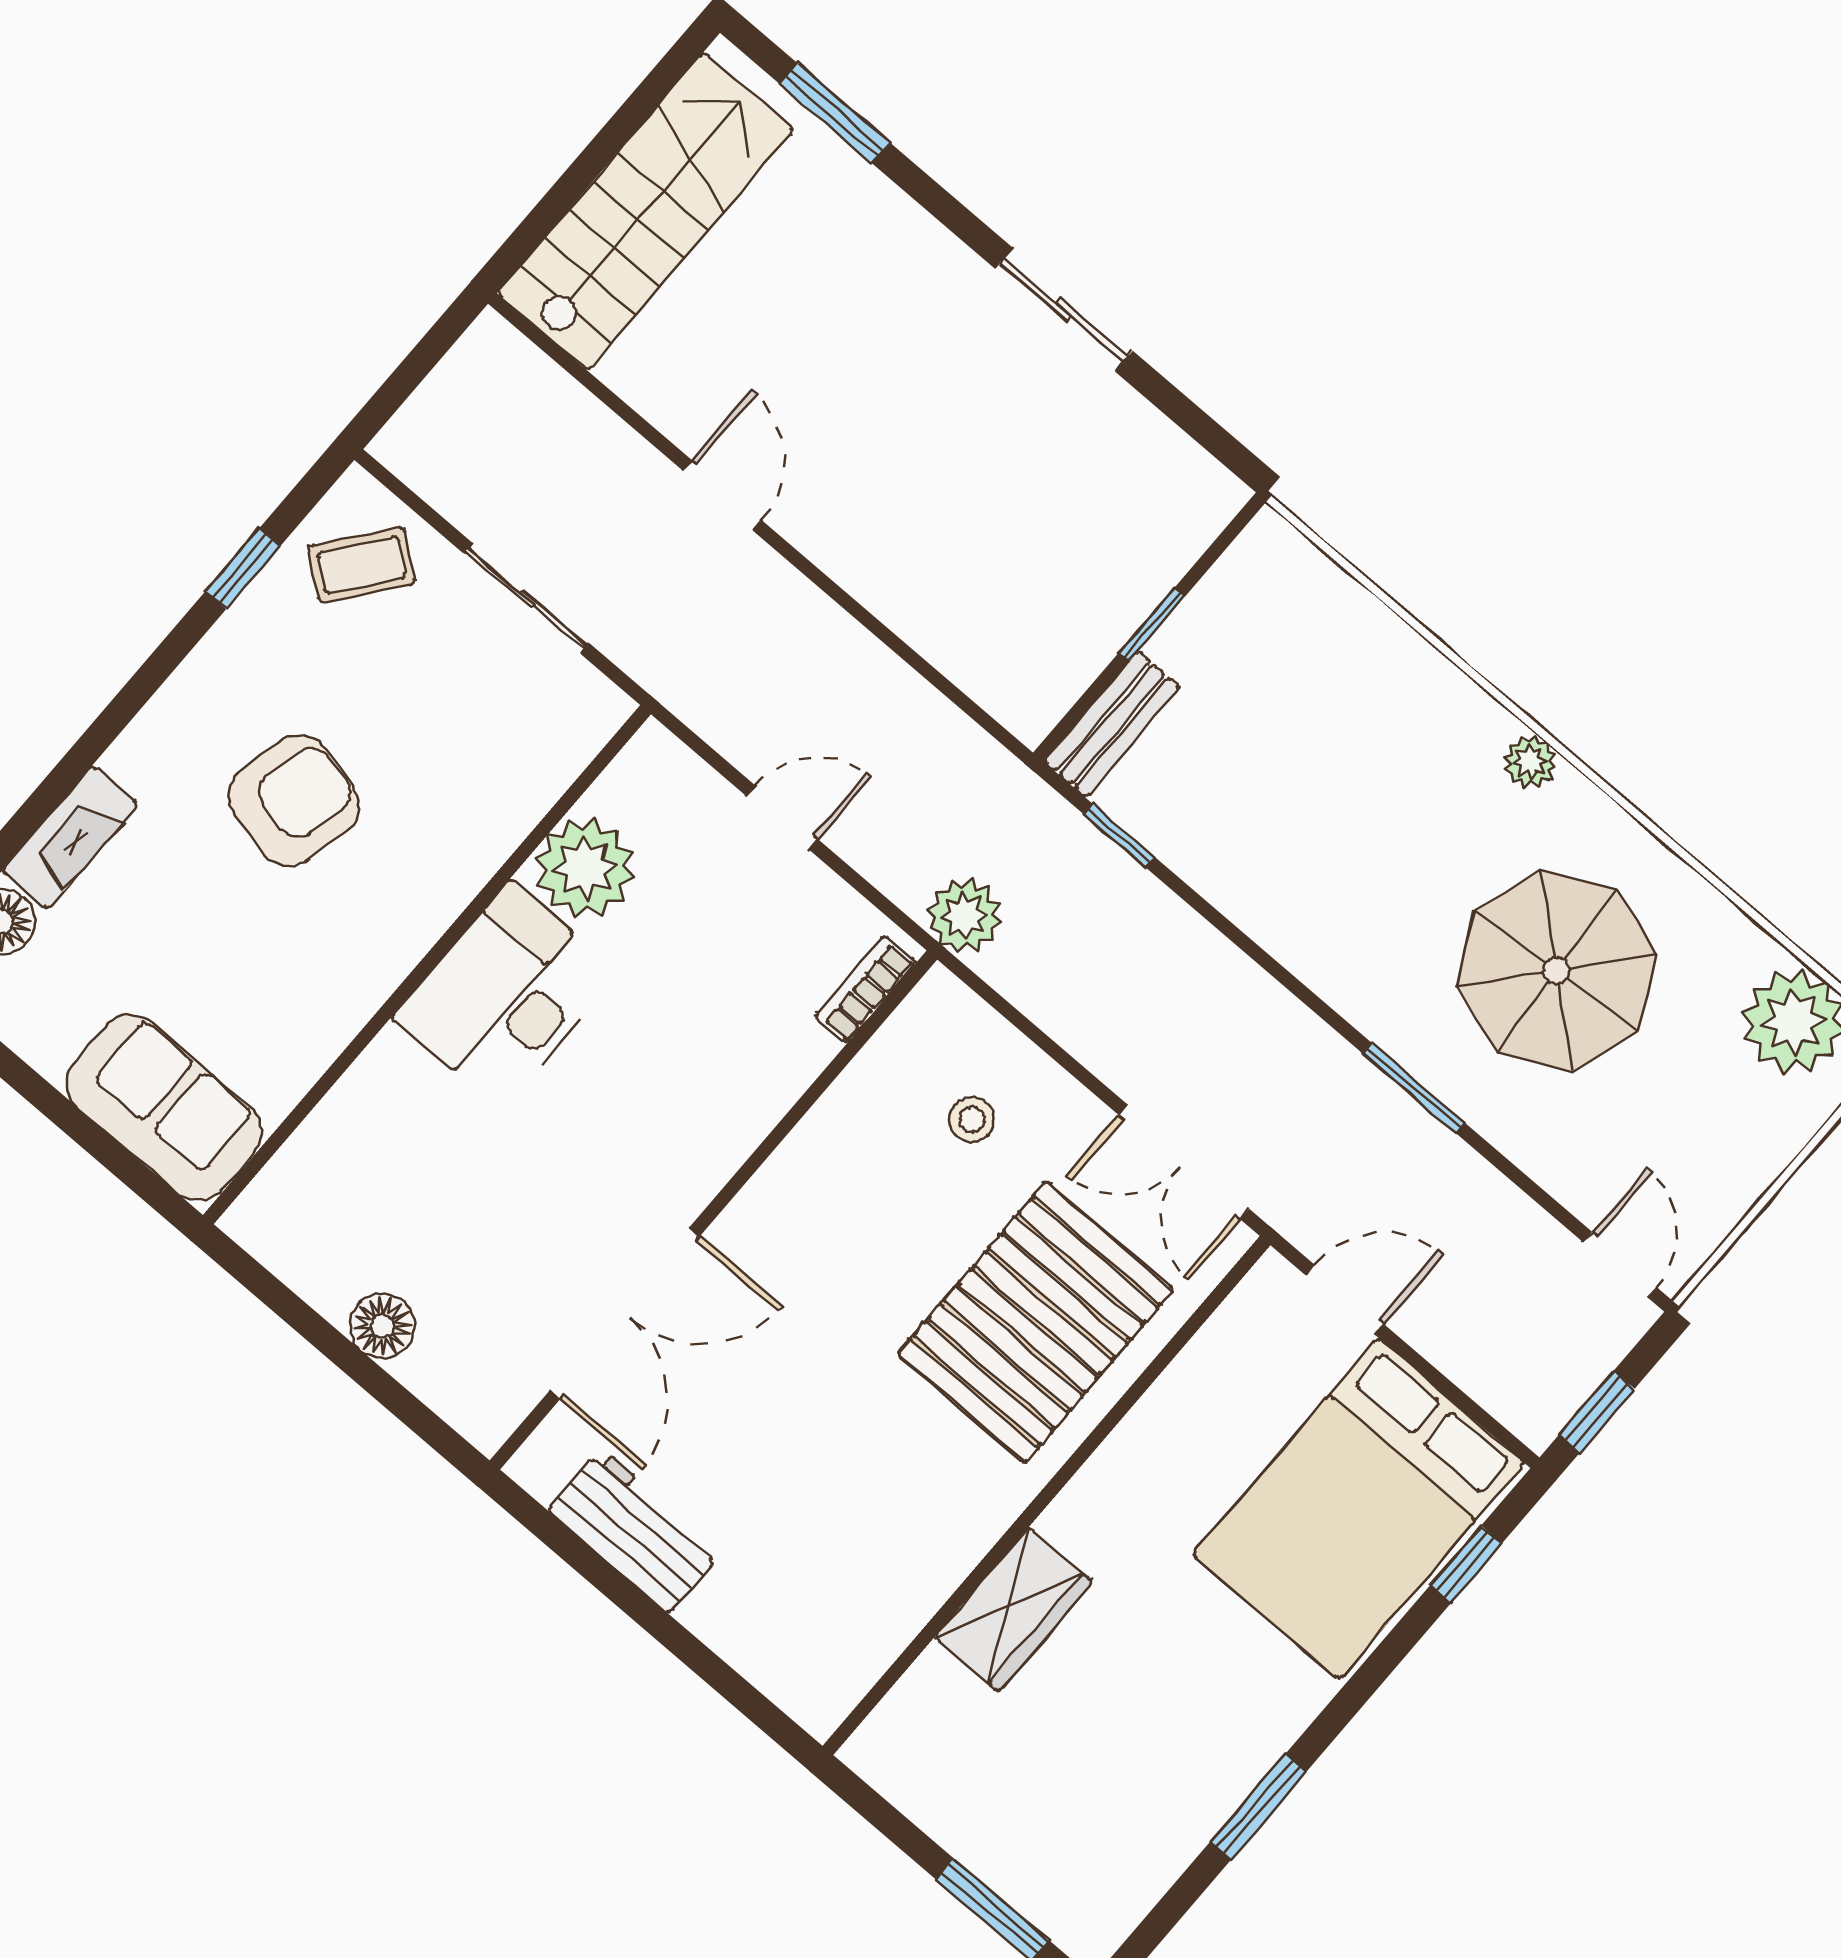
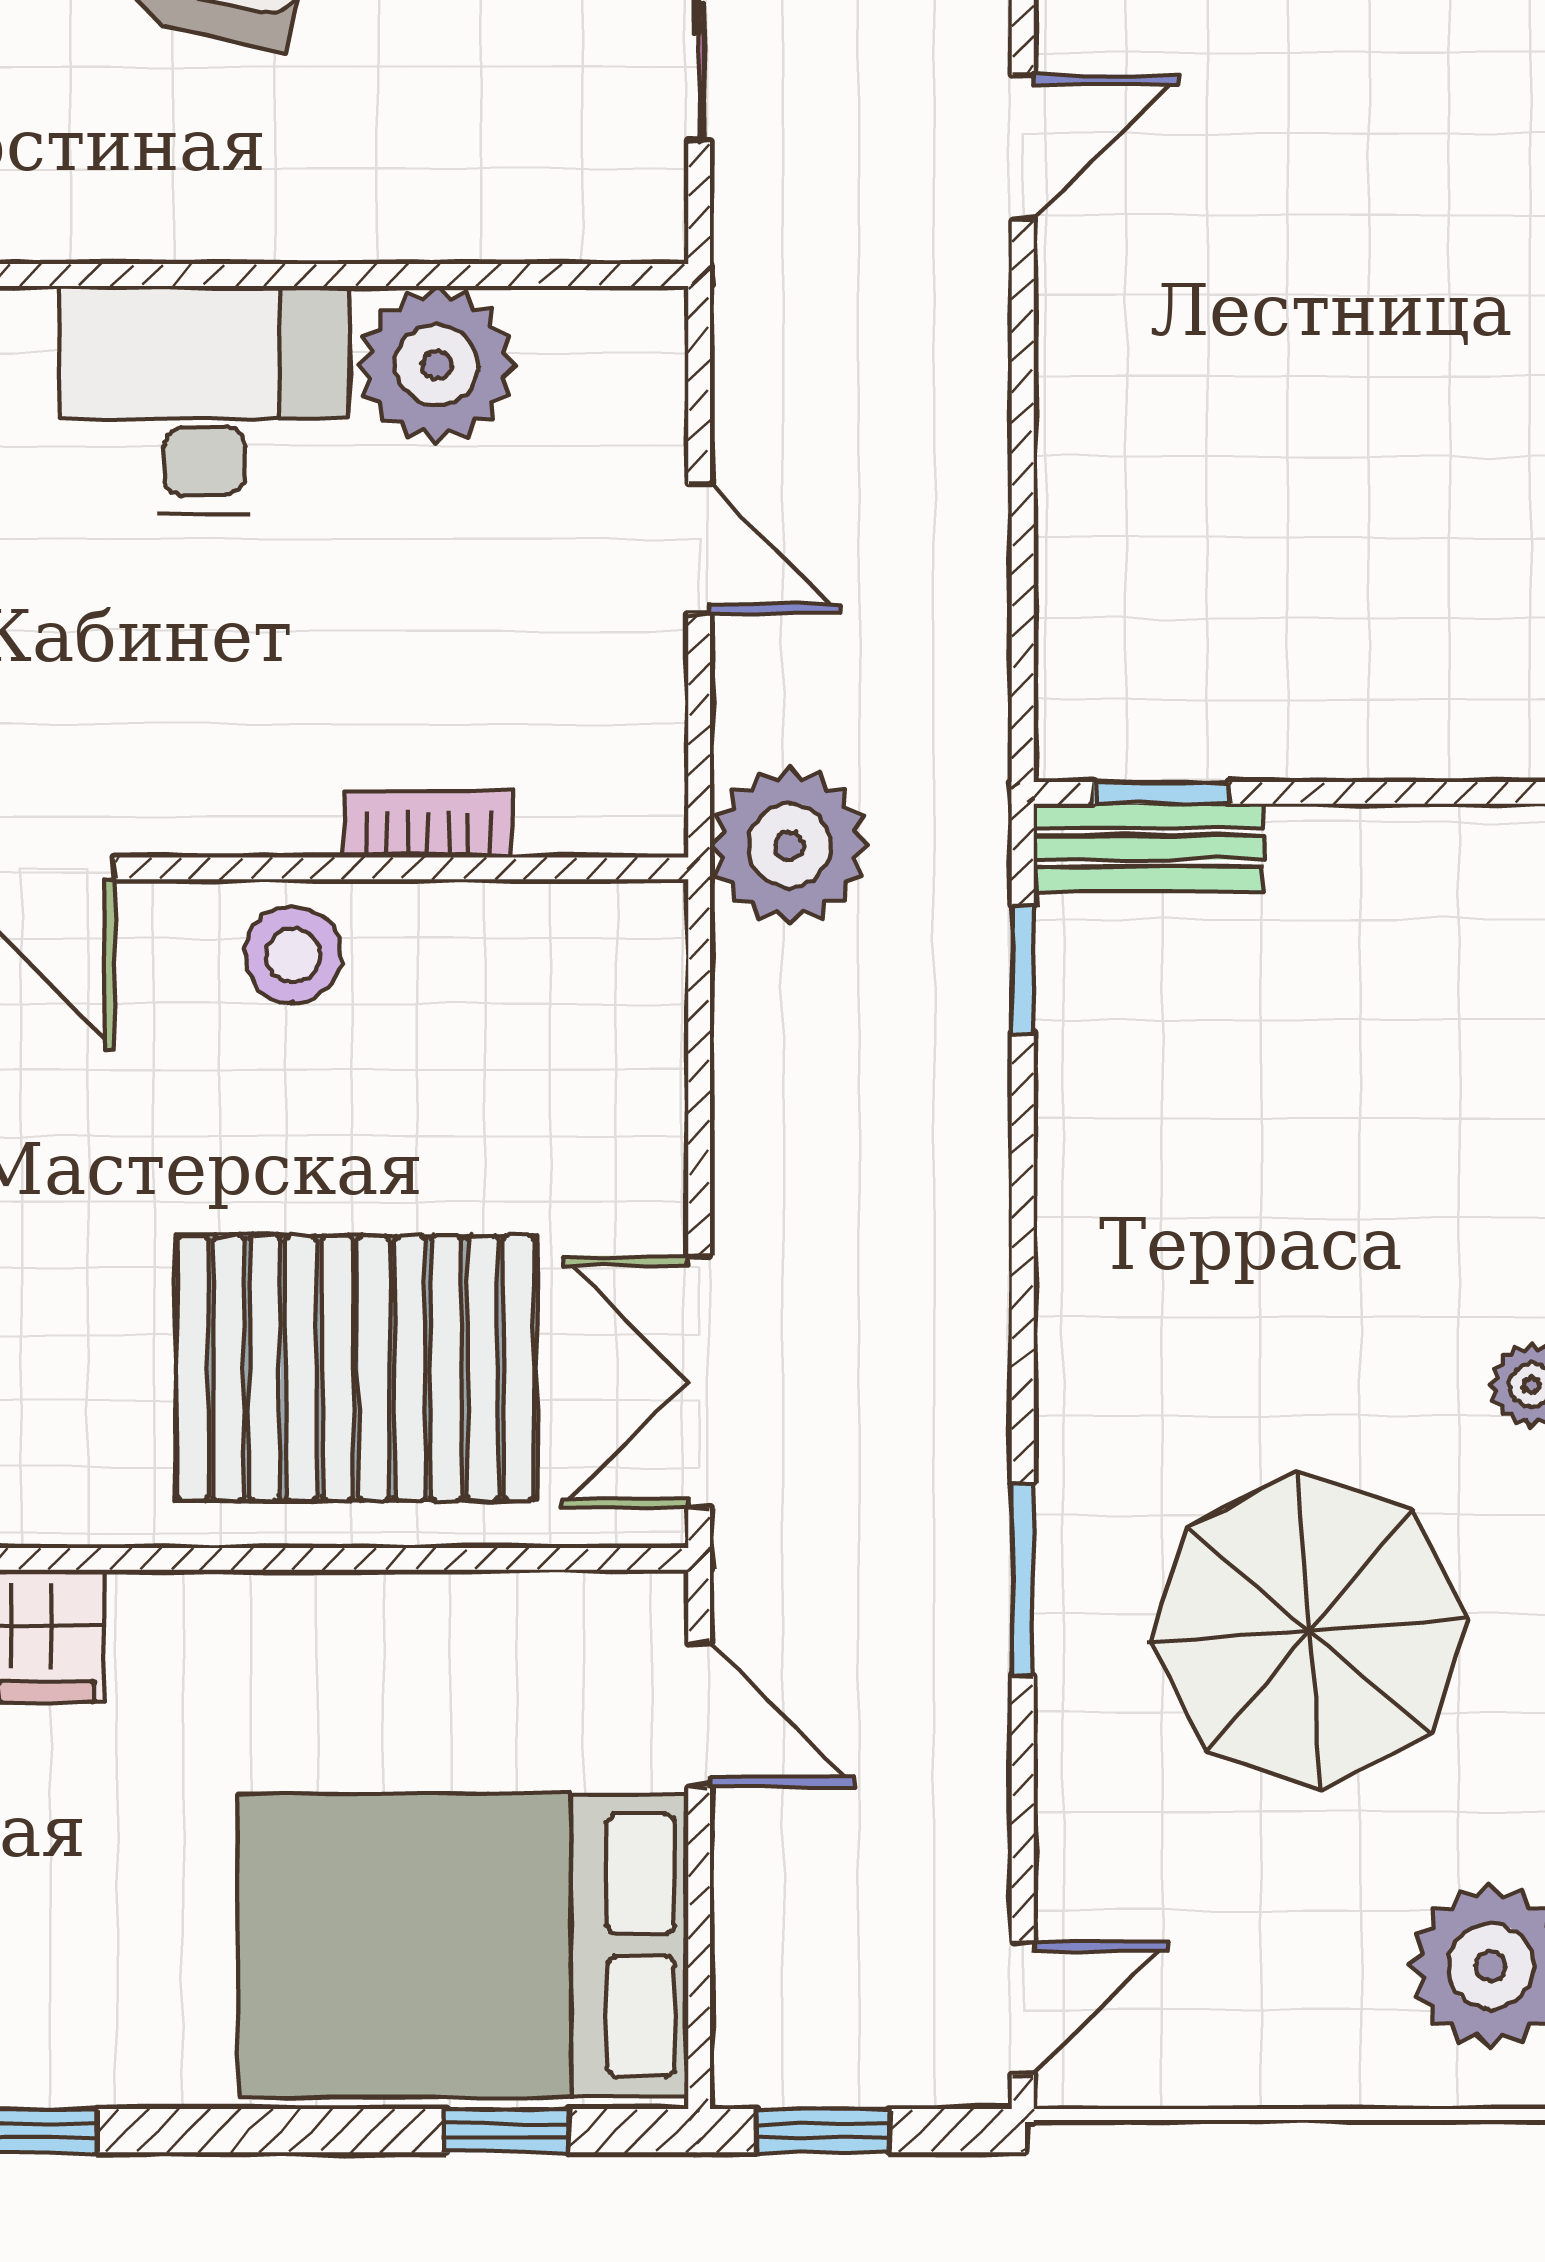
window: (1152, 624) -> (1161, 793), moved
plant: (964, 916) -> (789, 845), width x1.36, depth x1.36
bookcase: (865, 989) -> (428, 824), moved
stool: (972, 1120) -> (293, 955), moved, width x1.37, depth x1.37

